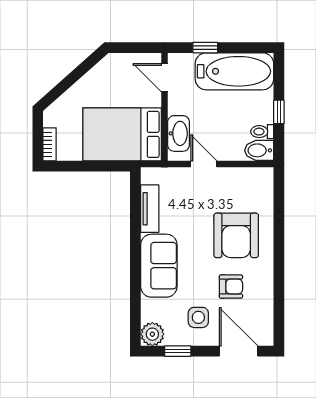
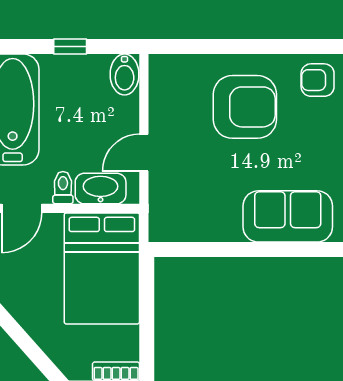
toilet: (262, 132) -> (63, 188), moved, turned 180
tv unit: (150, 209) -> (207, 229), removed
armchair: (231, 287) -> (318, 80), moved, turned -90

